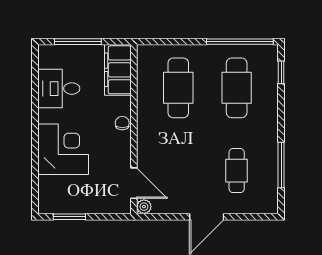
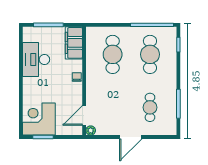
desk: (59, 89) -> (36, 59), width x1.37
corner desk: (63, 149) -> (39, 119), moved, turned -90
door: (134, 183) -> (84, 115), swing flipped

